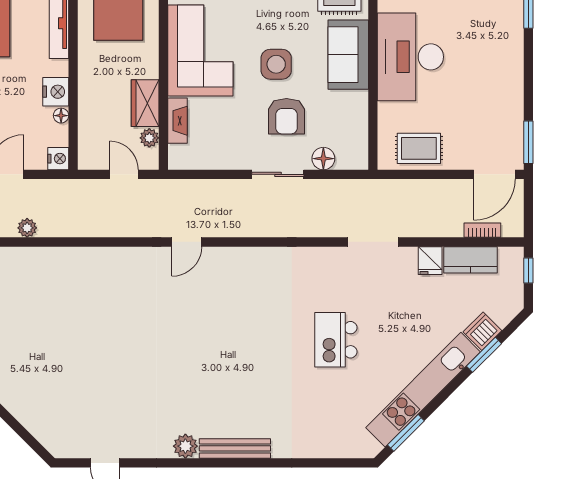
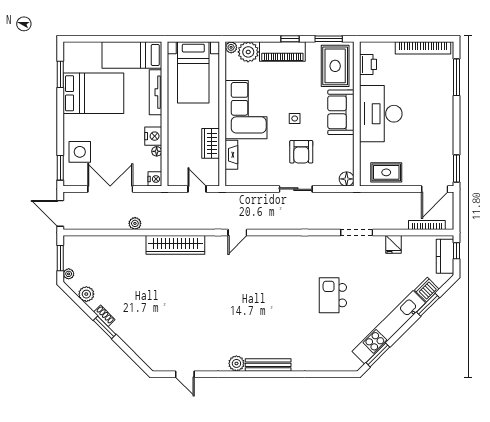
side table: (276, 64) -> (295, 118), width x0.54, depth x0.54
plant: (149, 138) -> (213, 166), removed
floor lamp: (323, 159) -> (347, 179), moved
bookcase: (482, 230) -> (427, 225), width x1.56
kitchen counter: (470, 260) -> (445, 256), moved, turned 90
wardrobe: (90, 261) -> (175, 245), added

